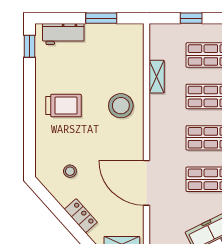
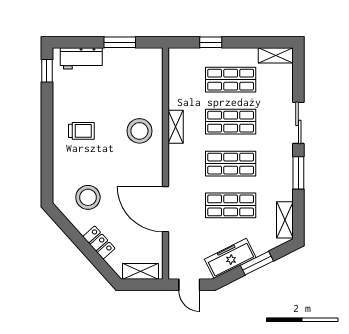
shelving: (157, 77) -> (176, 127), moved
trolley: (64, 106) -> (81, 131), width x0.73, depth x0.72
stool: (70, 171) -> (88, 197), width x1.89, depth x1.89

